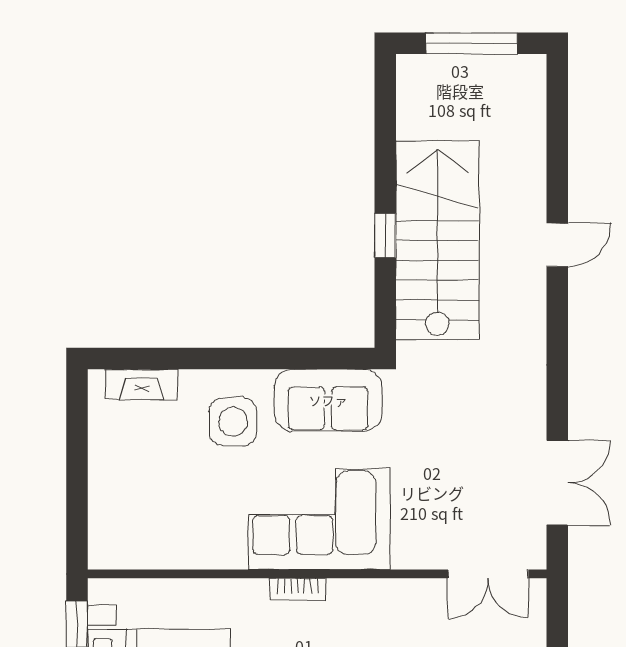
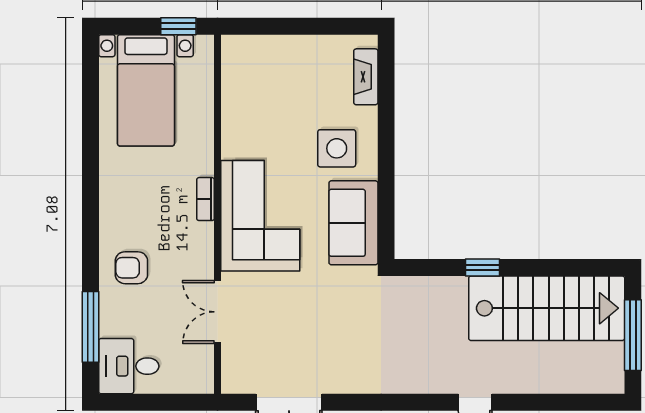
stairs: (437, 240) -> (547, 308), moved
double door: (488, 574) -> (218, 312), moved

